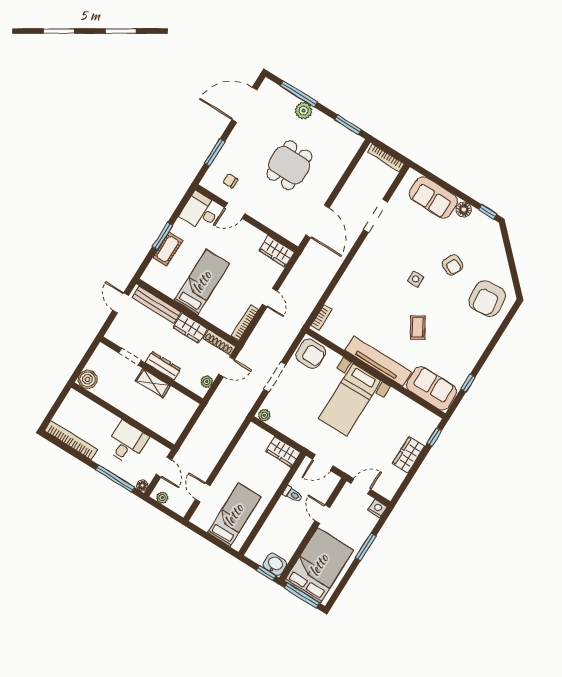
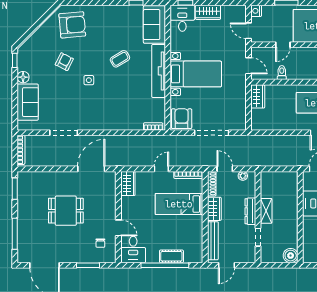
plant: (304, 111) -> (24, 224), removed
window: (163, 236) -> (165, 265), width x2.11
bed: (202, 282) -> (179, 204), moved
doorway: (275, 377) -> (212, 133), width x1.36
plant: (264, 415) -> (241, 124), removed
desk: (420, 423) -> (182, 18), added

